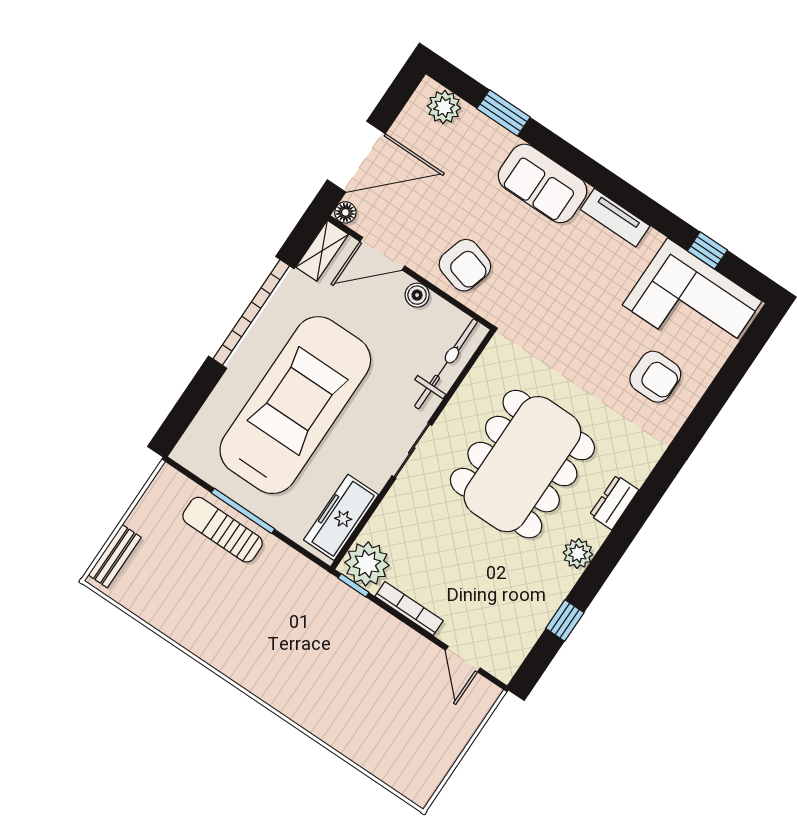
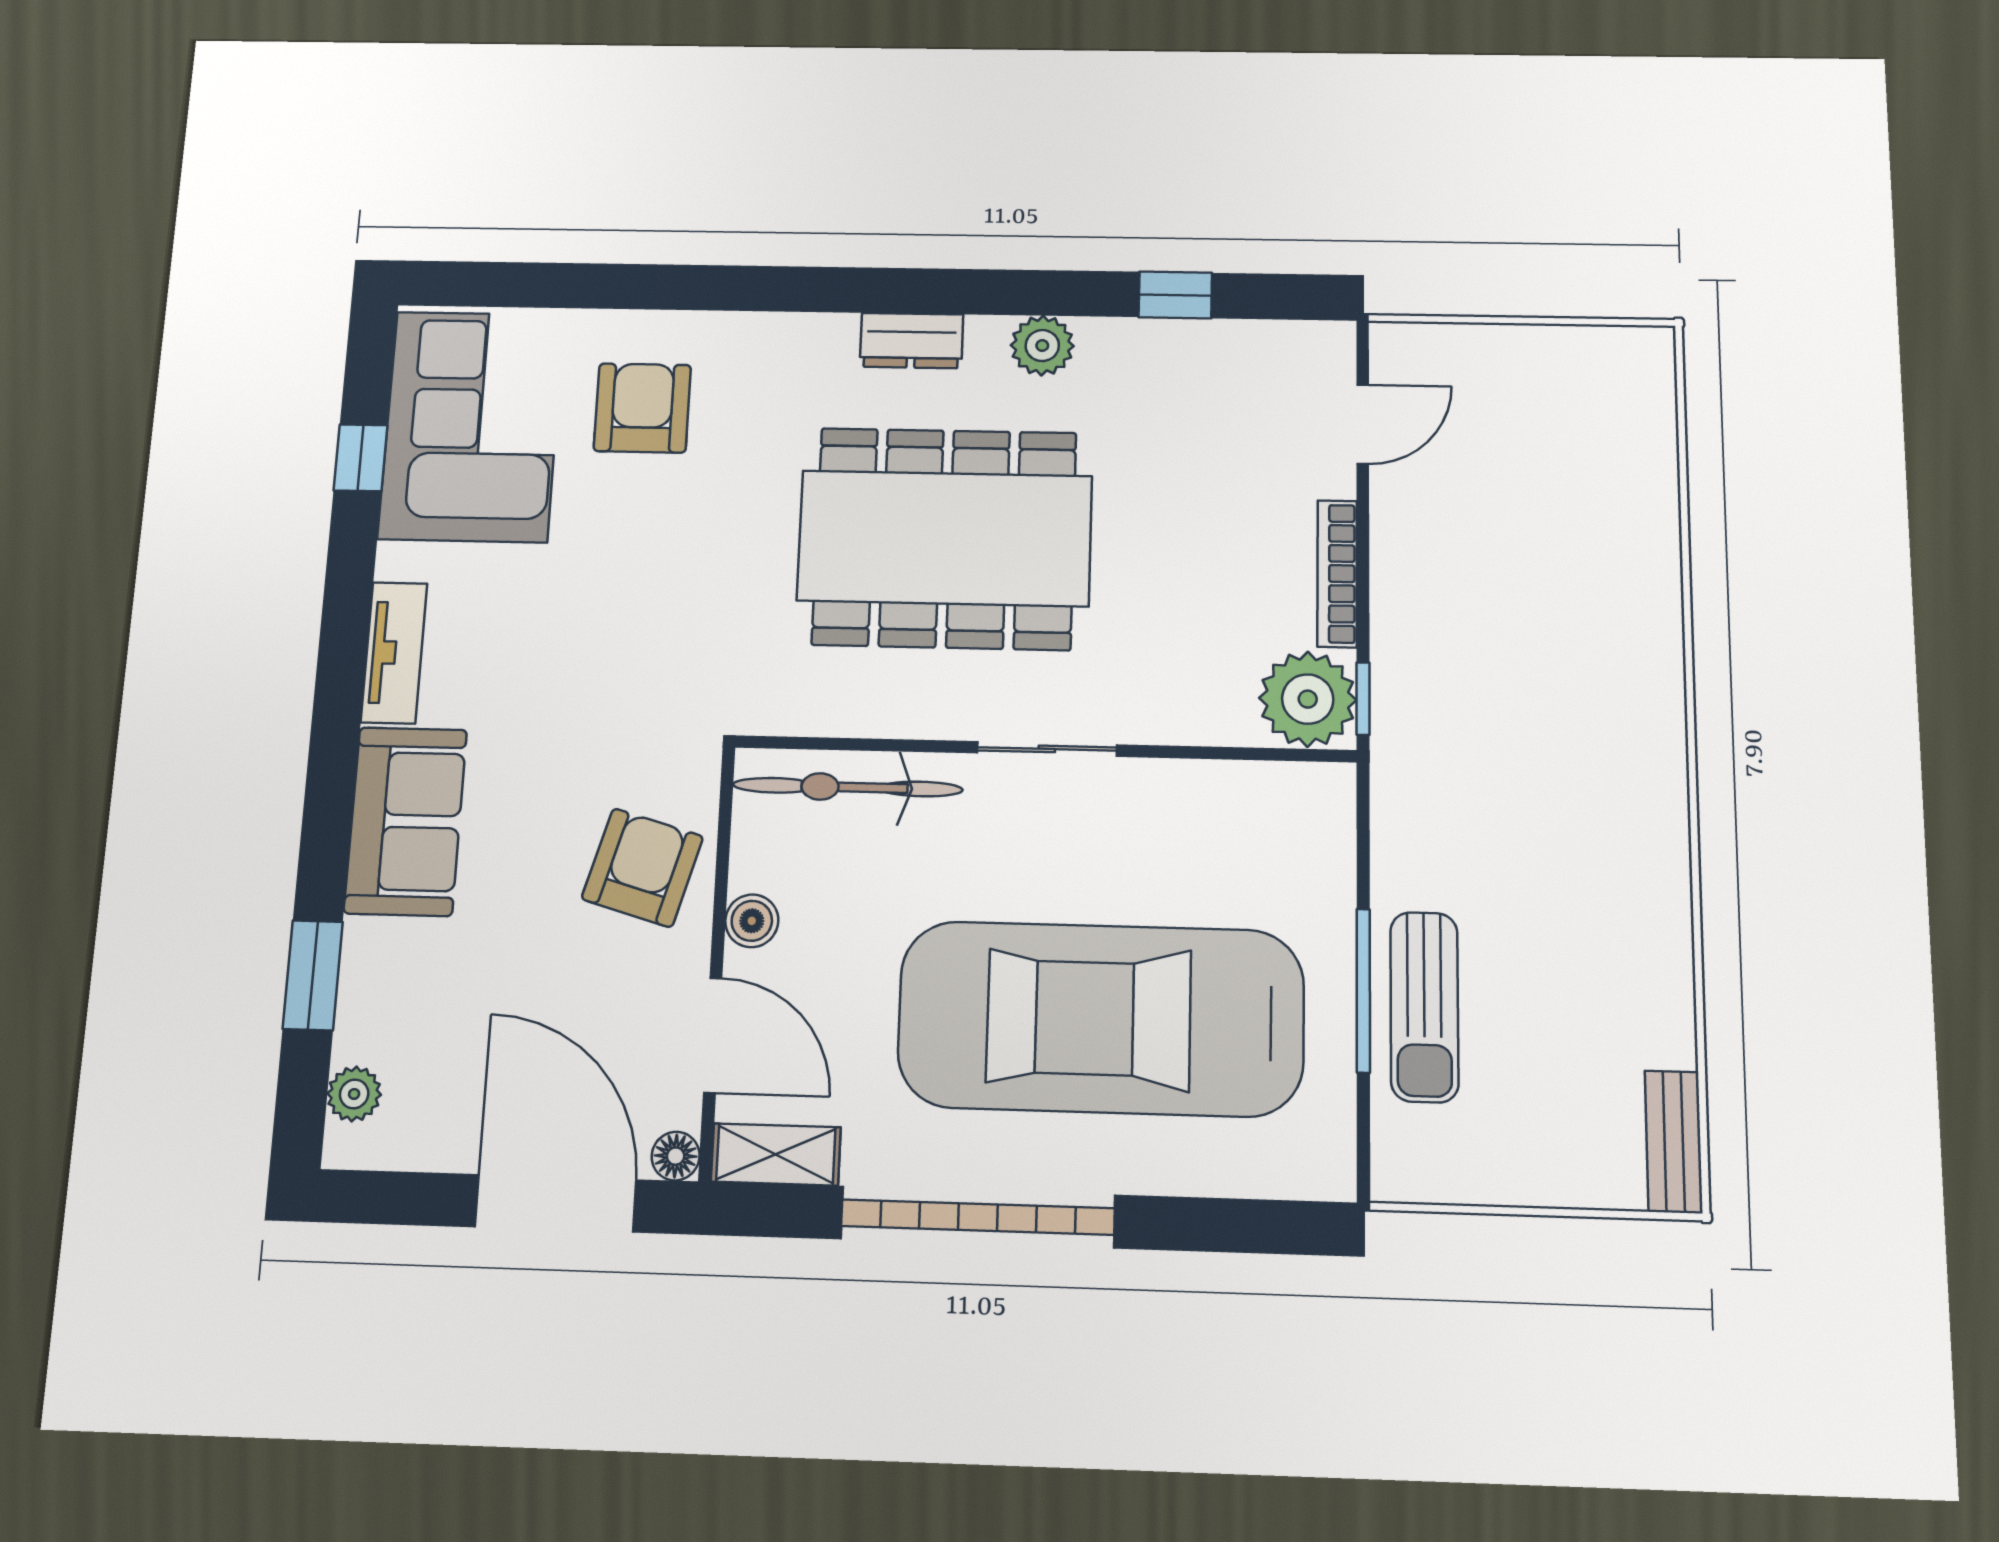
plant: (444, 107) -> (354, 1094), width x0.73, depth x0.73
freezer: (341, 517) -> (1254, 800), removed
bench: (115, 556) -> (1674, 1142), moved, turned 90

